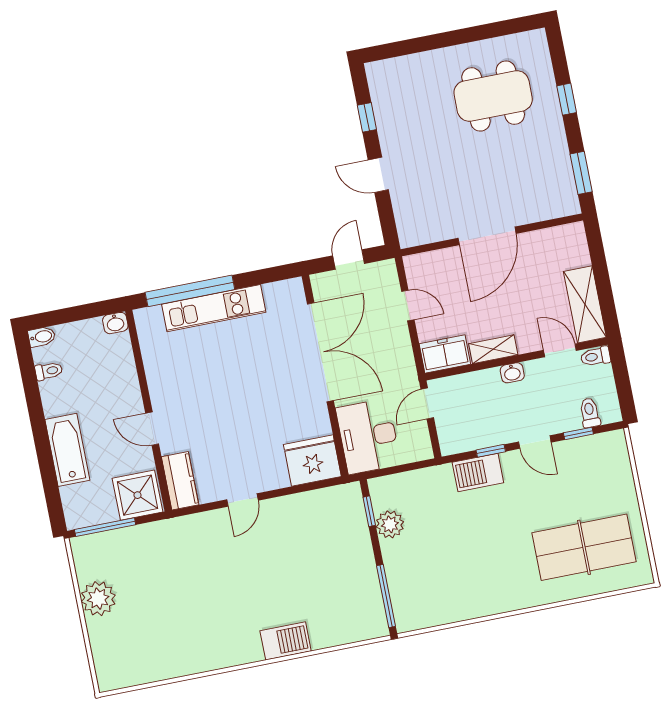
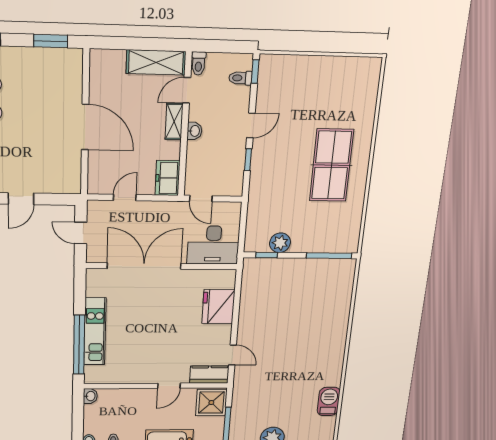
shelving: (493, 349) -> (174, 122), moved
window: (578, 433) -> (255, 72), moved
fridge: (312, 461) -> (218, 307), moved
barbecue: (478, 473) -> (261, 173), removed
door: (243, 500) -> (233, 355), moved
table tennis table: (584, 547) -> (331, 165), moved
barbecue: (286, 641) -> (329, 401), moved

